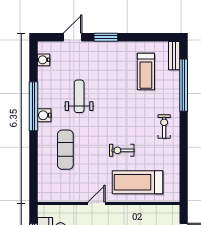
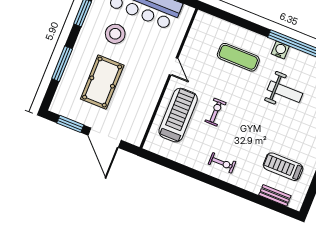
bench: (174, 56) -> (275, 195), moved
window: (184, 85) -> (255, 198), removed

